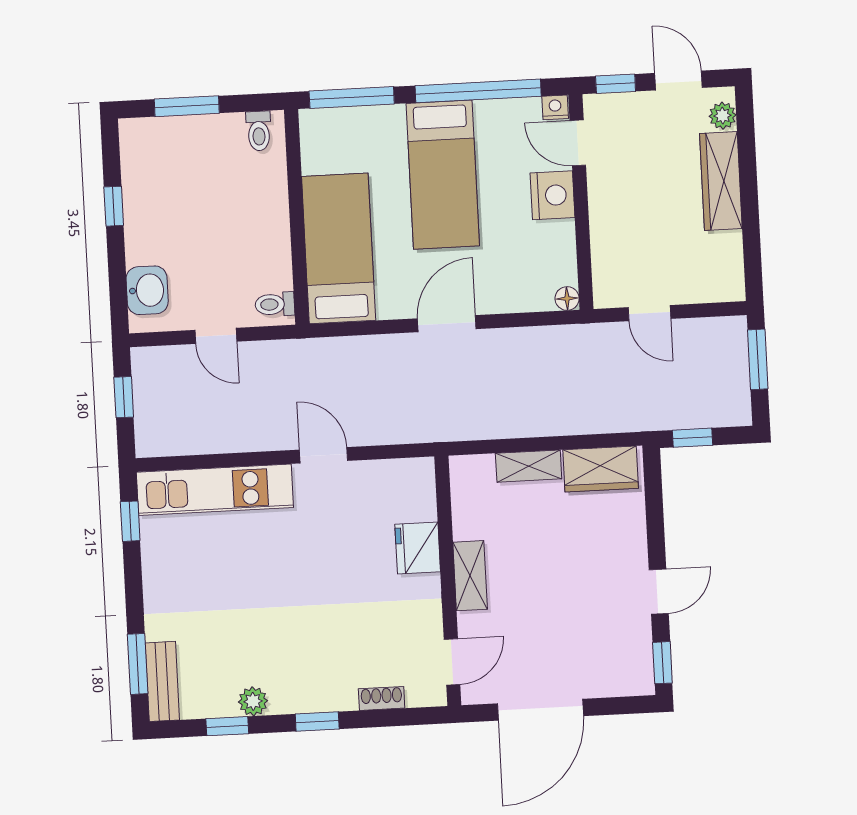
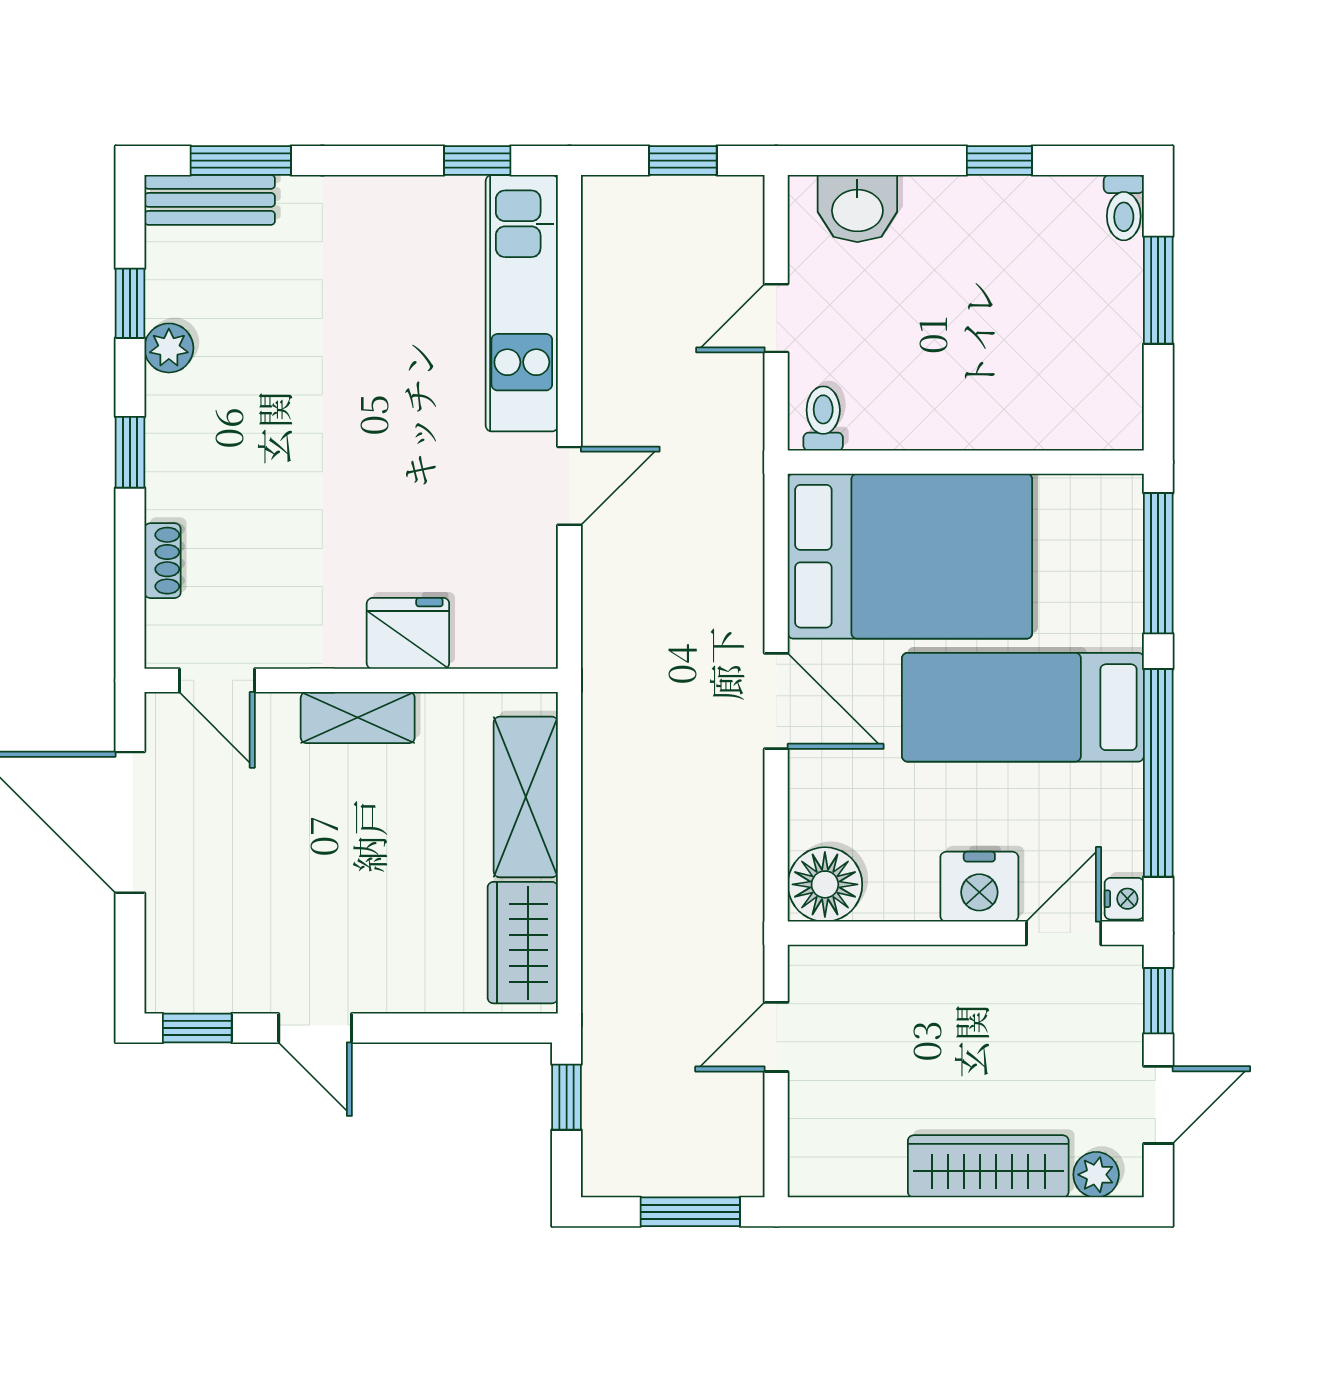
toilet: (259, 131) -> (1124, 208), moved, turned -90
bed: (339, 248) -> (910, 556), width x1.50
floor lamp: (567, 298) -> (825, 884), width x1.89, depth x1.89
shelving: (529, 466) -> (526, 797), width x1.50, depth x1.33

